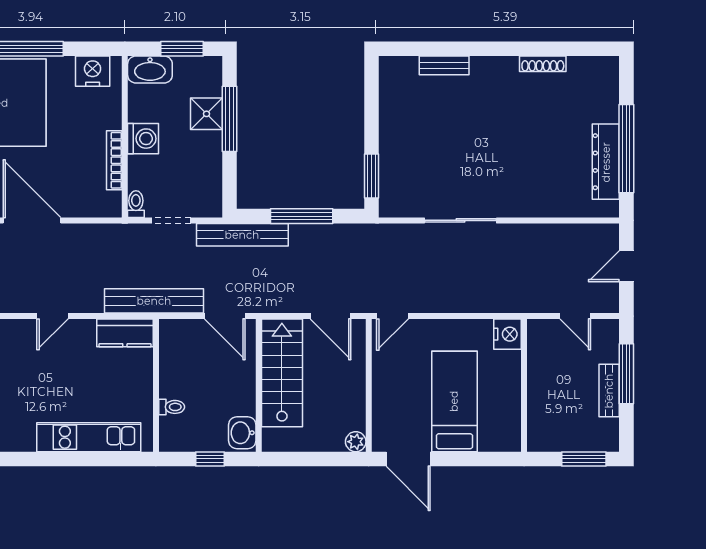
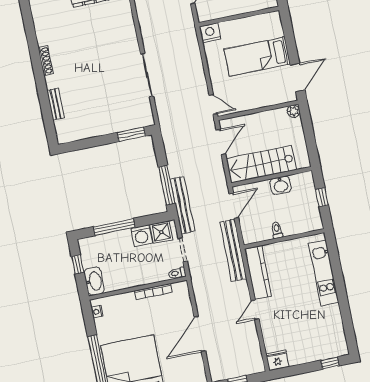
window: (182, 49) -> (78, 264), width x0.67
shoe rack: (543, 64) -> (46, 61), moved
nightstand: (93, 71) -> (97, 312), width x0.53, depth x0.56
shower: (206, 114) -> (161, 232), moved
washing machine: (143, 139) -> (141, 236), moved, turned 180
window: (302, 216) -> (167, 185), moved
door: (52, 316) -> (255, 310), swing flipped
kitchen counter: (125, 333) -> (258, 272), width x1.50
toilet: (172, 407) -> (277, 230), moved
washbasin: (242, 433) -> (281, 185), moved

